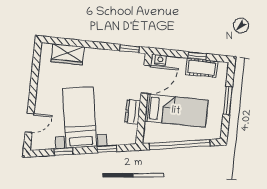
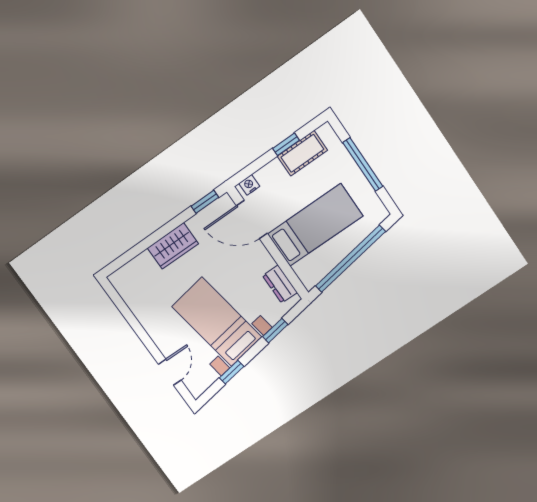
wardrobe: (68, 54) -> (173, 246), moved
door: (146, 79) -> (252, 219), swing flipped
window: (228, 101) -> (363, 164), width x1.44
dresser: (133, 112) -> (280, 284), moved

